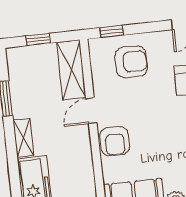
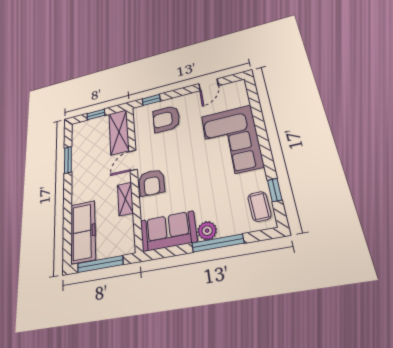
armchair: (131, 62) -> (166, 119), turned 180
shelving: (23, 138) -> (125, 199), moved

